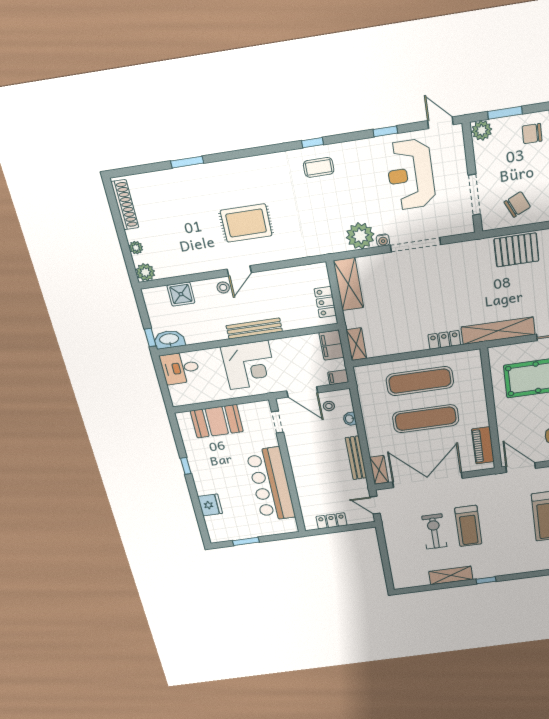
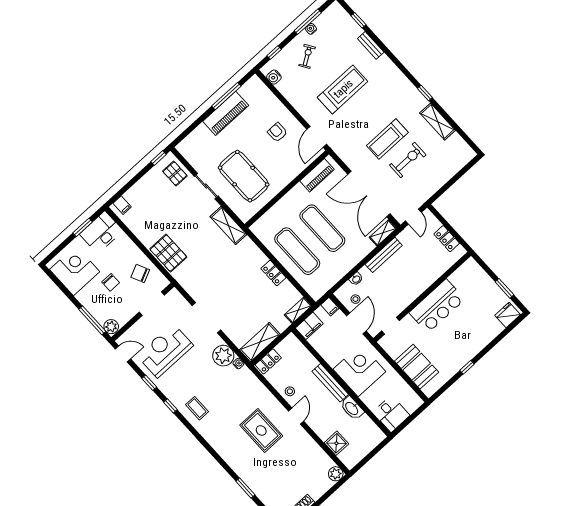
window: (505, 113) -> (92, 320), width x1.44
door: (440, 123) -> (123, 354), swing flipped
chair: (532, 134) -> (111, 282), moved
window: (313, 143) -> (170, 406), moved
reception desk: (411, 175) -> (165, 351), turned 180
water cooler: (383, 240) -> (238, 363), moved
plant: (136, 248) -> (322, 489), removed
door: (239, 271) -> (296, 416), hinge flipped
stool: (223, 287) -> (290, 391), moved
locker: (325, 302) -> (268, 361), moved
shelving: (498, 331) -> (228, 225), width x0.68
window: (150, 337) -> (381, 446), removed
washbasin: (169, 339) -> (352, 408), moved
locker: (444, 340) -> (273, 273), moved
bar counter: (271, 485) -> (437, 306), width x0.73
fridge: (210, 505) -> (508, 315), moved
treadmill: (468, 526) -> (387, 139), turned 180
exercise bike: (434, 531) -> (408, 160), turned 180

